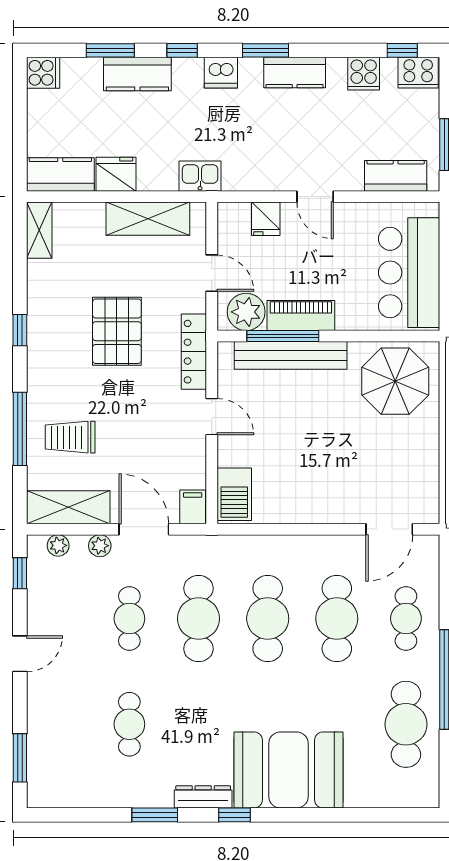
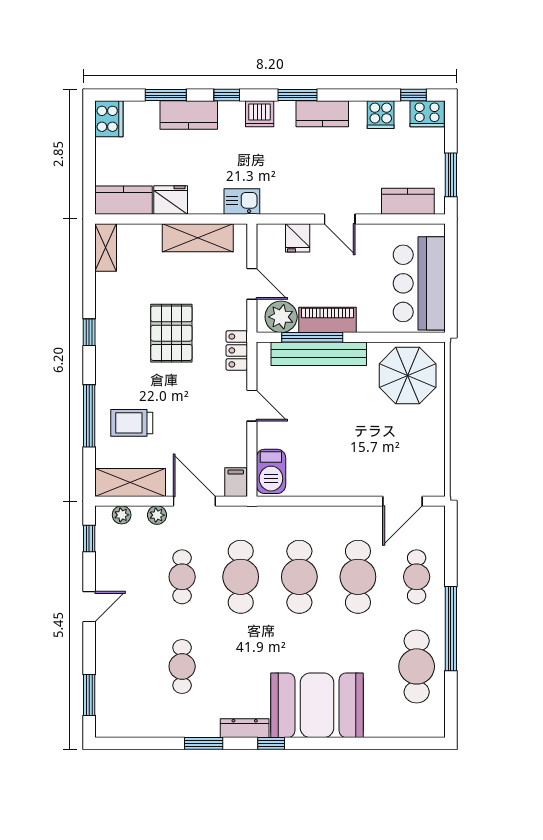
cooker: (43, 73) -> (109, 119), width x1.36
locker: (194, 352) -> (237, 350), width x0.66

